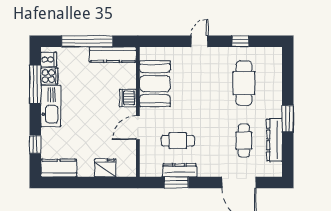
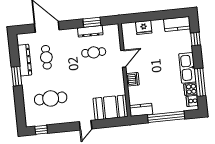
window: (240, 41) -> (41, 130), moved
kitchen counter: (113, 55) -> (141, 110), width x0.67
cafe table: (244, 83) -> (51, 98), turned 90
booth: (155, 84) -> (111, 107), moved, turned 90

